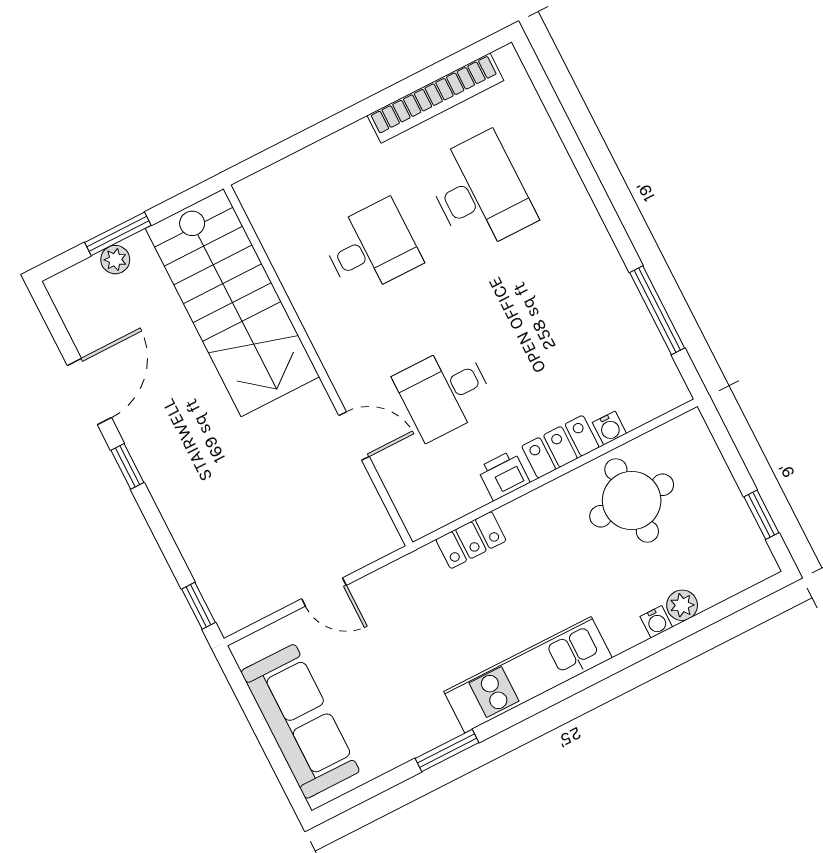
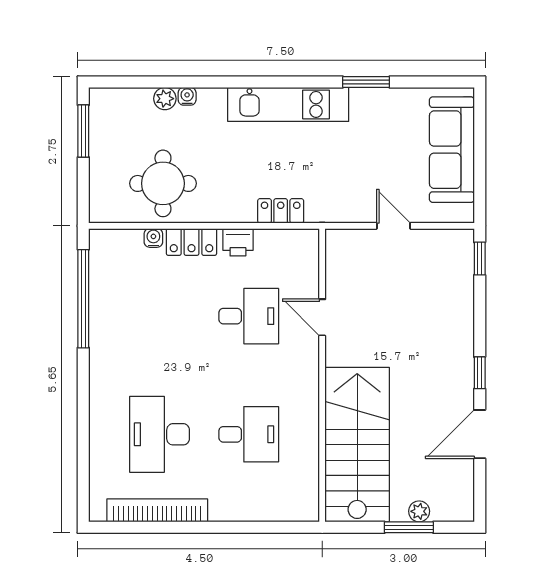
desk: (371, 248) -> (249, 434), turned 180
window: (657, 310) -> (83, 299), width x1.46
window: (761, 515) -> (83, 131), width x1.50

